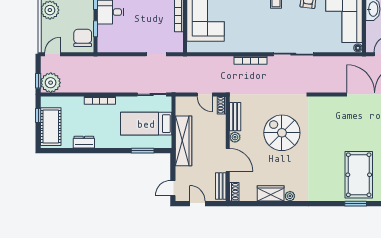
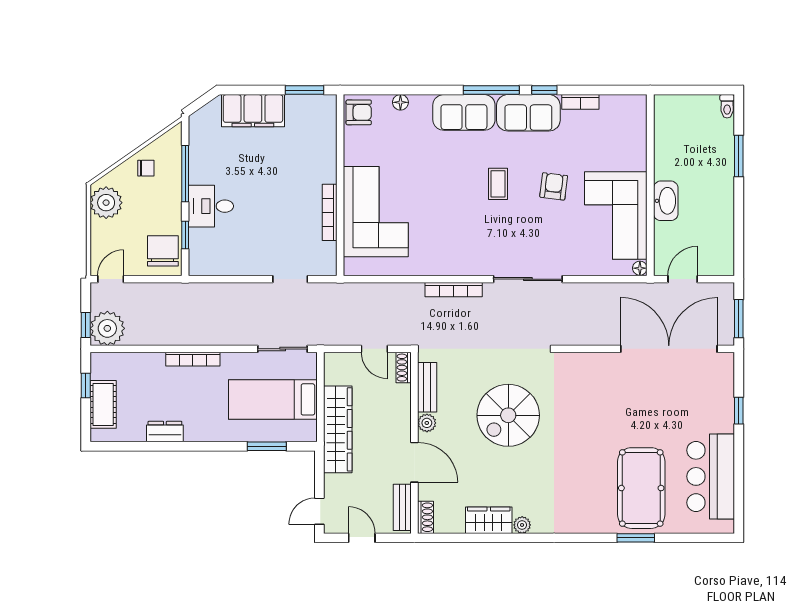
cot: (51, 127) -> (103, 404), width x0.73, depth x0.75
spiral stairs: (282, 133) -> (508, 415), turned -90

